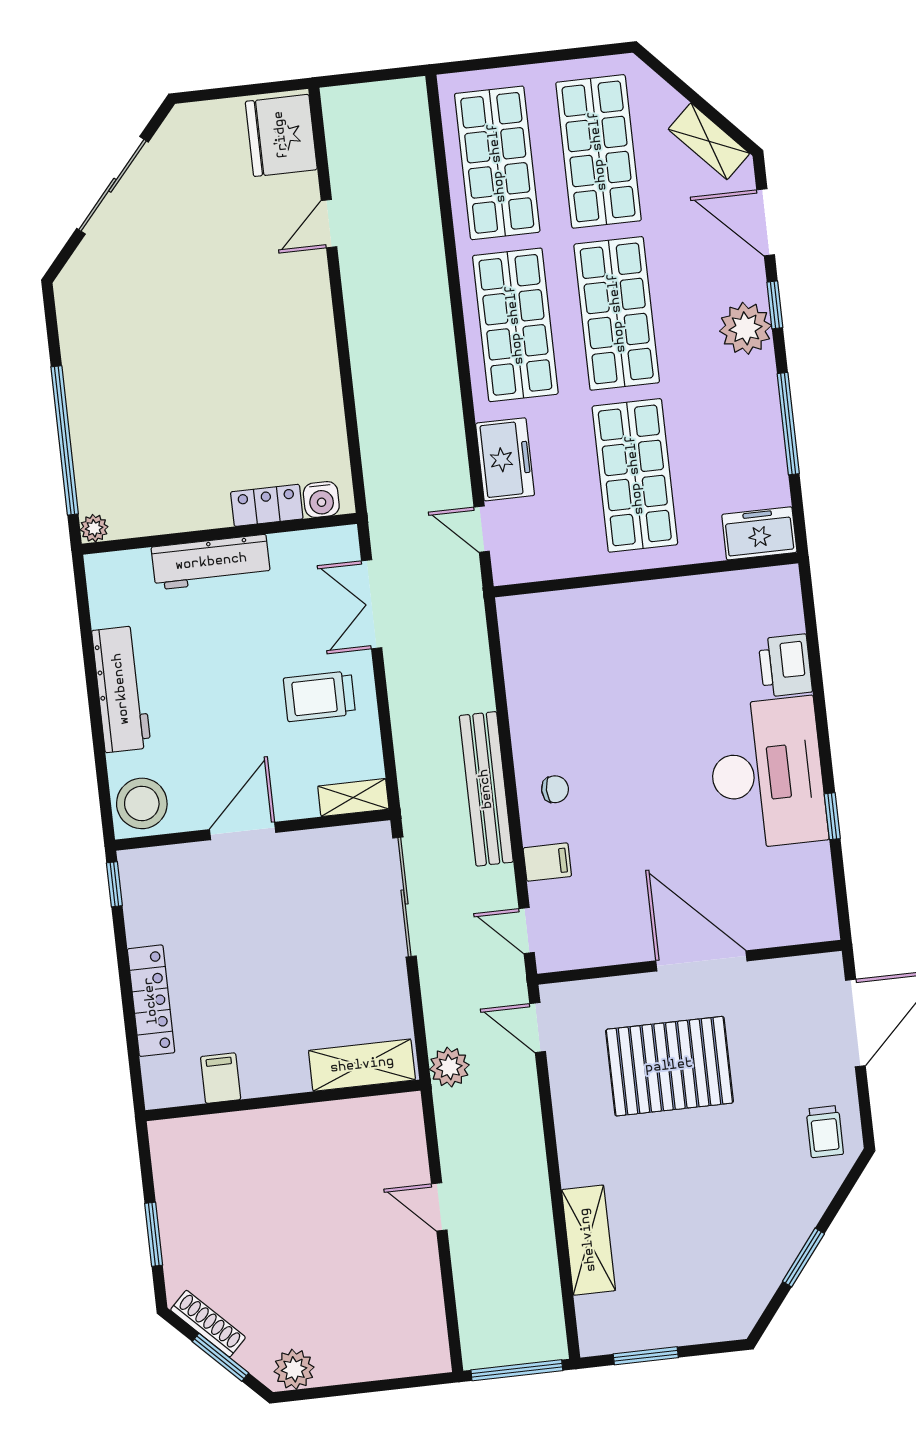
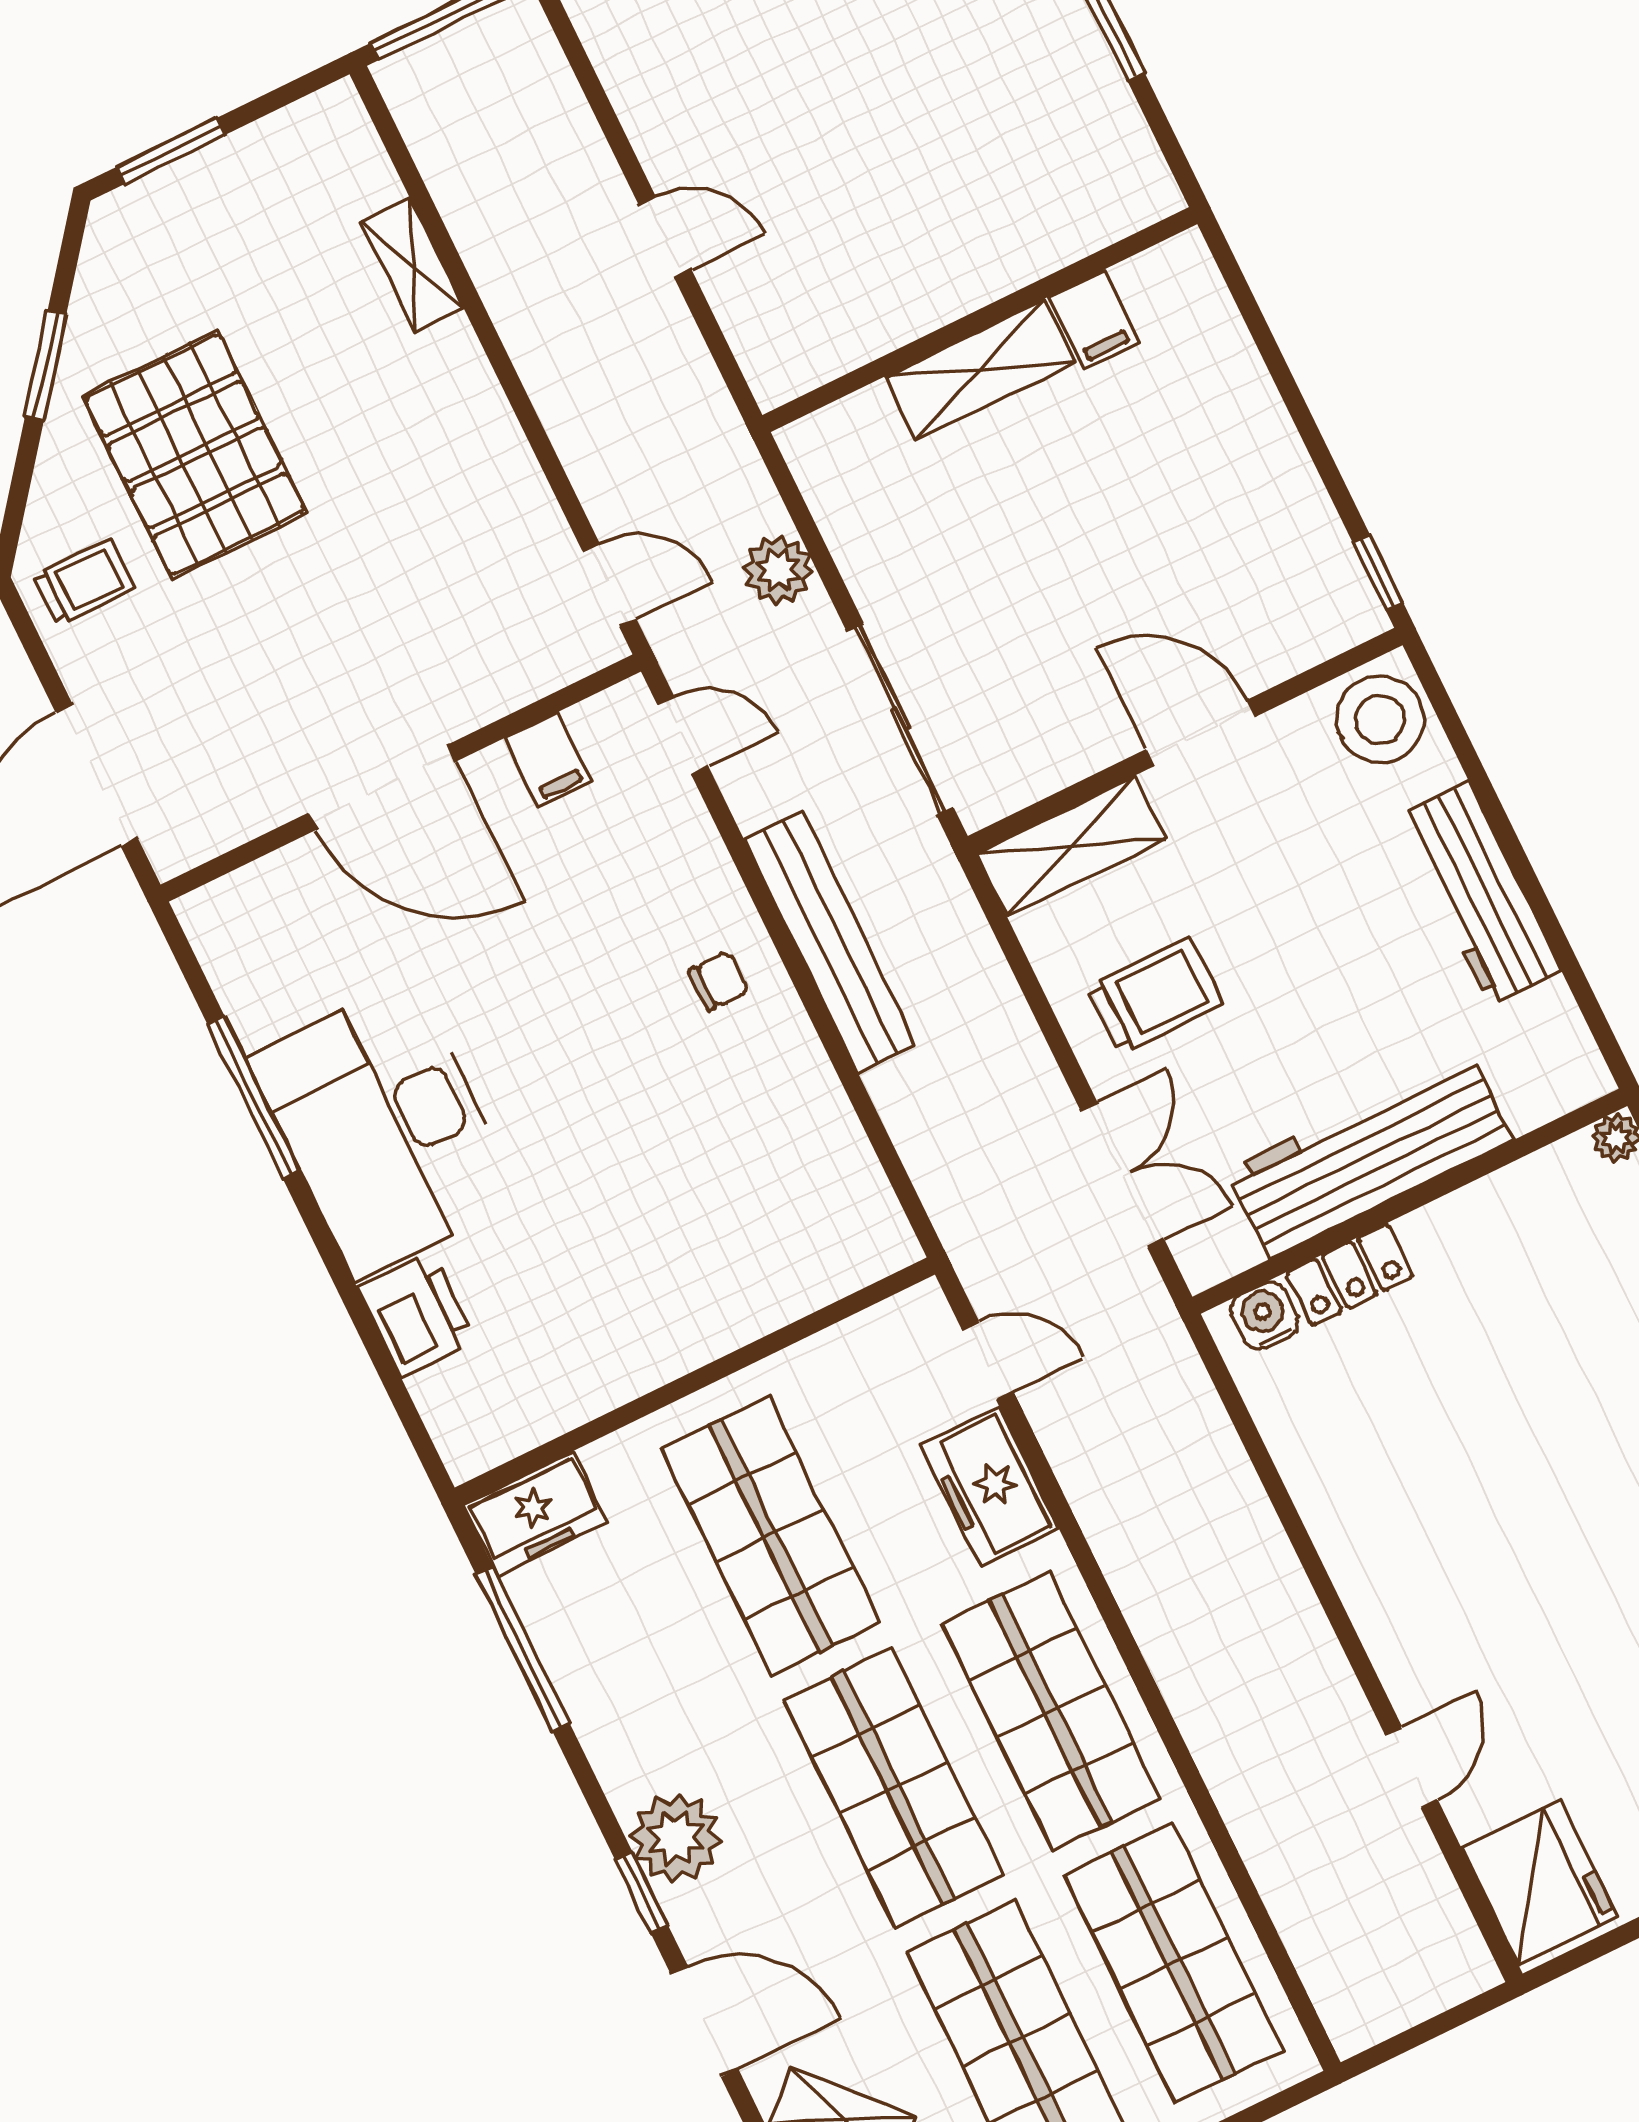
window: (788, 424) -> (523, 1649), moved
workbench: (211, 562) -> (1369, 1155), width x1.36, depth x1.32
chair: (555, 789) -> (719, 981), turned 180
shelving: (353, 798) -> (1071, 846), width x1.50, depth x1.33
window: (832, 816) -> (254, 1097), width x2.17
door: (243, 831) -> (1201, 733), swing flipped
filing cabinet: (547, 862) -> (549, 760), moved, turned -90
locker: (151, 1001) -> (1251, 405), removed
shelving: (362, 1065) -> (980, 370), moved
pallet: (669, 1066) -> (195, 455), moved, turned 90
plant: (449, 1067) -> (778, 570), moved
trolley: (825, 1132) -> (84, 582), turned 90
shelving: (588, 1240) -> (412, 265), width x0.67, depth x0.75
window: (646, 1356) -> (171, 151), moved

